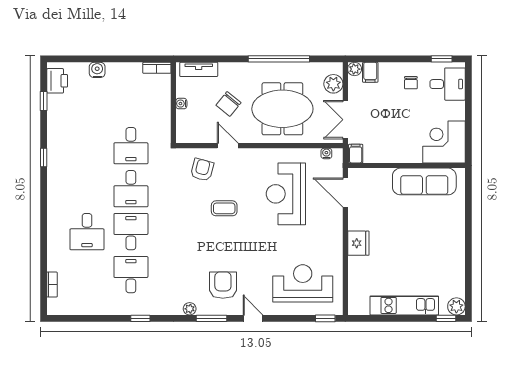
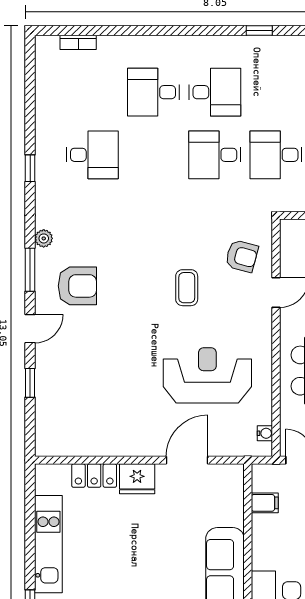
filing cabinet: (356, 154) -> (265, 503), moved
door: (345, 193) -> (187, 460), moved
desk: (131, 232) -> (215, 92), moved
locker: (356, 273) -> (94, 476), added
reception desk: (303, 283) -> (80, 399), removed
window: (325, 318) -> (30, 383), moved

